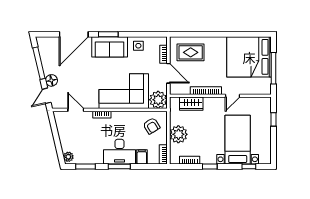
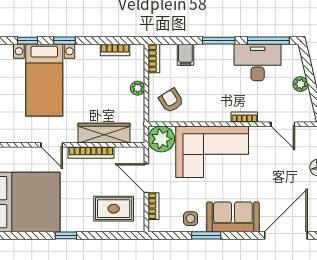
window: (108, 34) -> (206, 235), moved
window: (223, 34) -> (66, 235), added
door: (233, 96) -> (52, 145), swing flipped
wardrobe: (191, 104) -> (104, 133), width x1.50
plant: (178, 134) -> (138, 88), width x0.53, depth x0.53
desk: (120, 152) -> (258, 62), moved
plant: (68, 157) -> (301, 84), moved
window: (86, 167) -> (268, 41), width x1.44
window: (210, 167) -> (65, 41), moved

